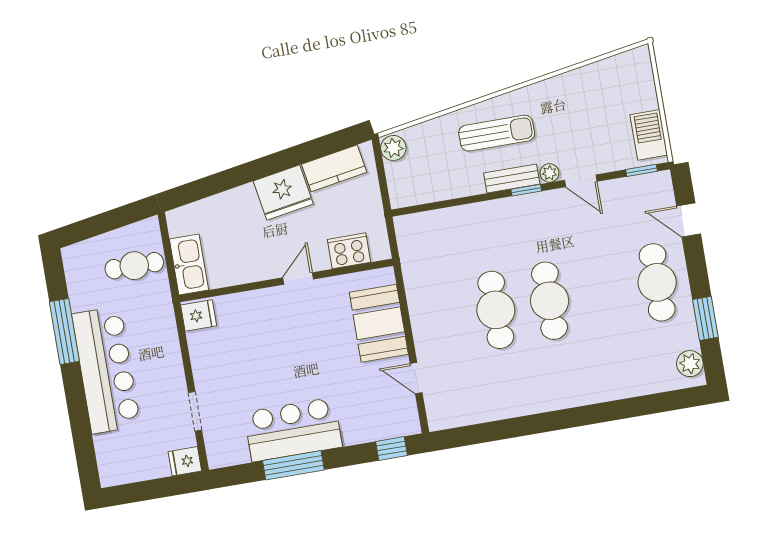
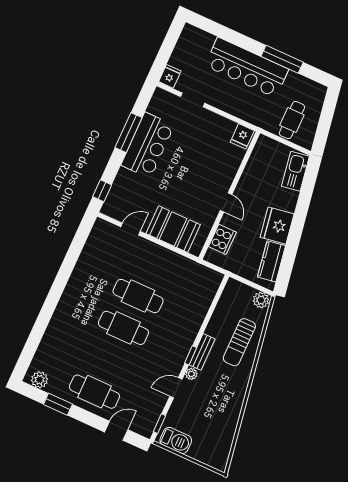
sun lounger: (497, 133) -> (239, 342), moved
kitchen sink: (189, 264) -> (295, 171), moved, turned 80

